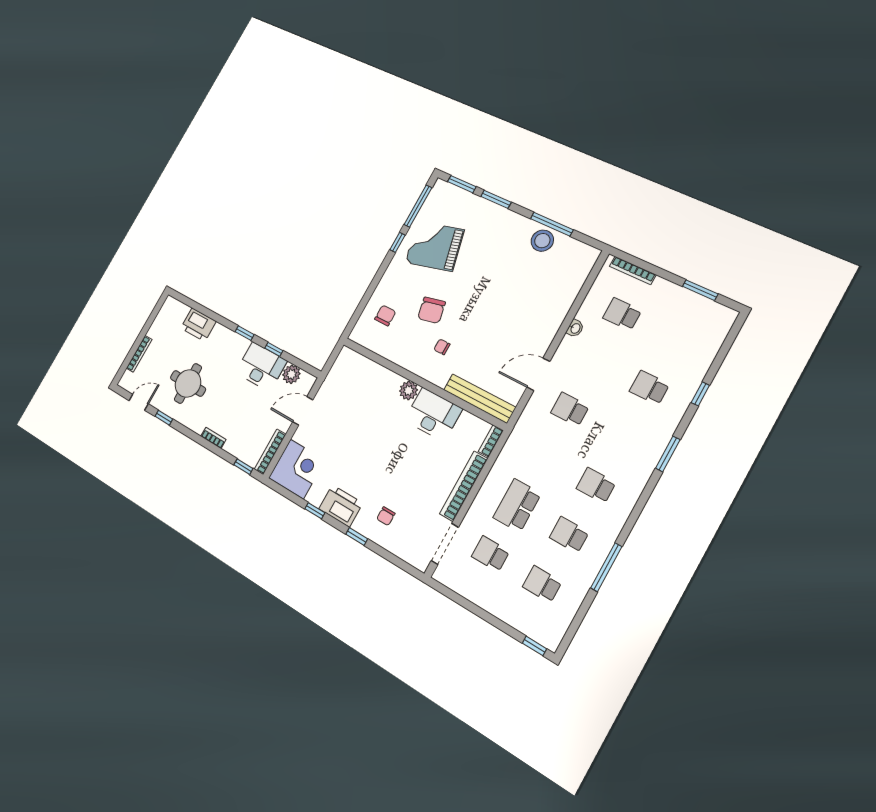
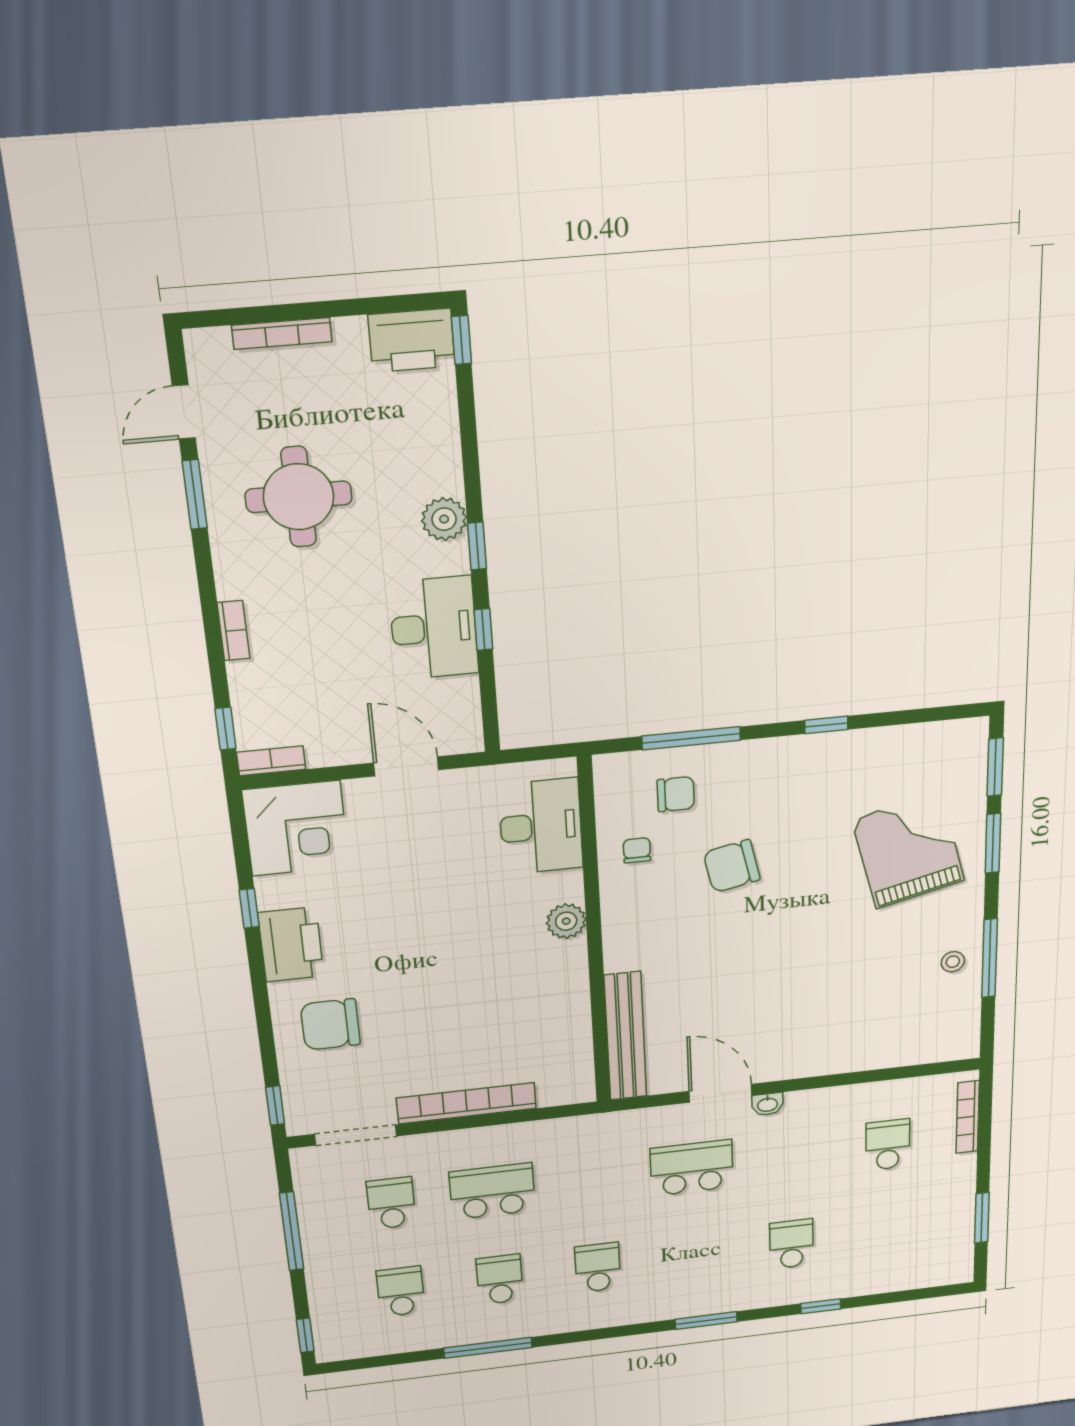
window: (418, 206) -> (691, 738), moved
stool: (542, 241) -> (953, 962), width x0.53, depth x0.53
grand piano: (435, 246) -> (908, 850), moved
window: (180, 297) -> (461, 340), added
printer: (198, 325) -> (412, 340), moved, turned -90
washbasin: (575, 328) -> (768, 1104), moved
chair: (442, 347) -> (637, 850), moved
plant: (291, 374) -> (444, 519), moved
door: (139, 402) -> (184, 412), swing flipped
school desk: (570, 409) -> (692, 1168), width x1.85
desk: (433, 414) -> (541, 826), moved
window: (164, 418) -> (195, 494), width x1.50
bookcase: (491, 441) -> (567, 1095), removed
bookcase: (270, 452) -> (271, 761), width x0.64
chair: (386, 516) -> (330, 1024), width x1.87, depth x1.87
window: (357, 536) -> (275, 1106), moved
window: (473, 608) -> (292, 1231), added

